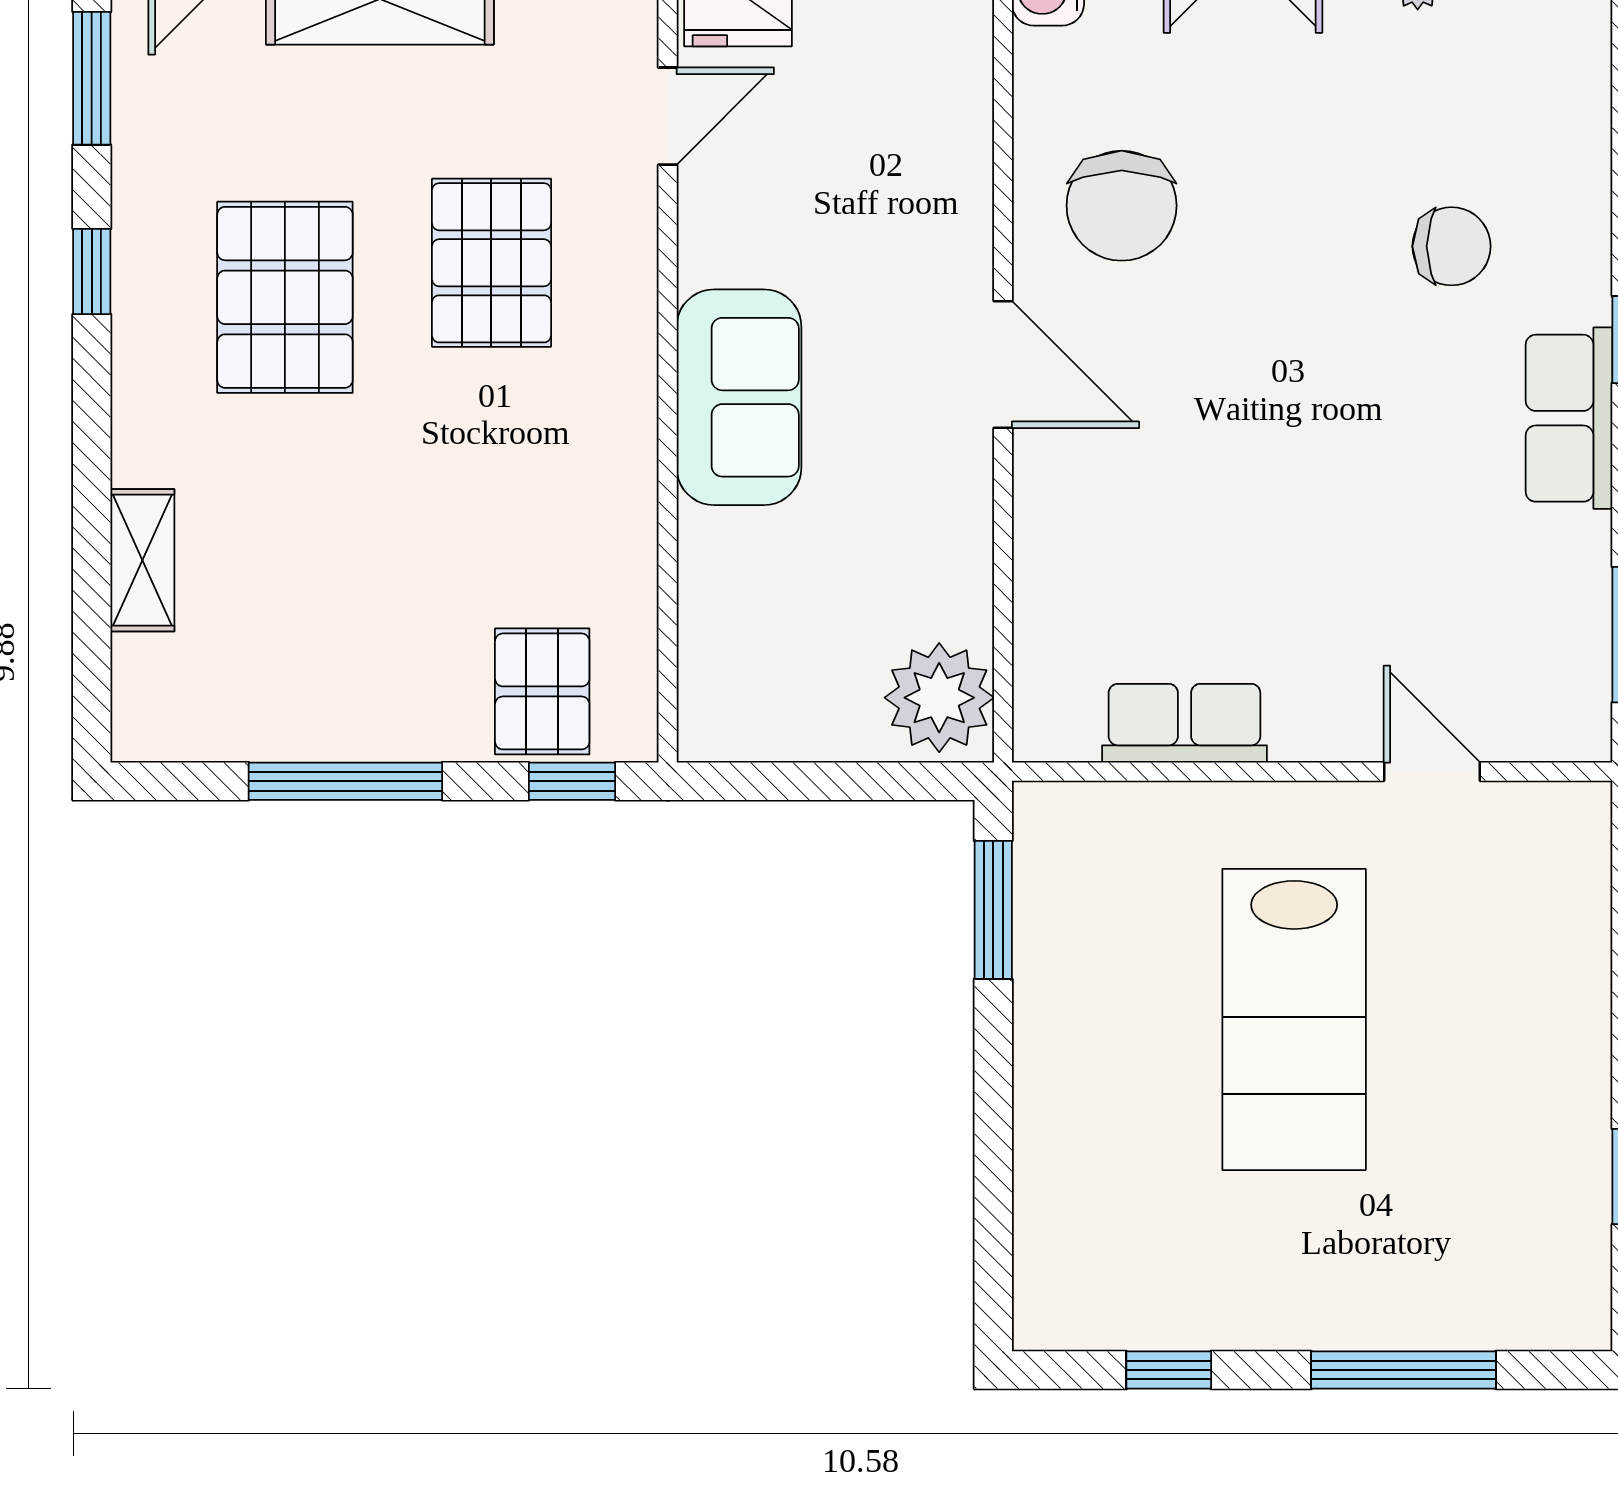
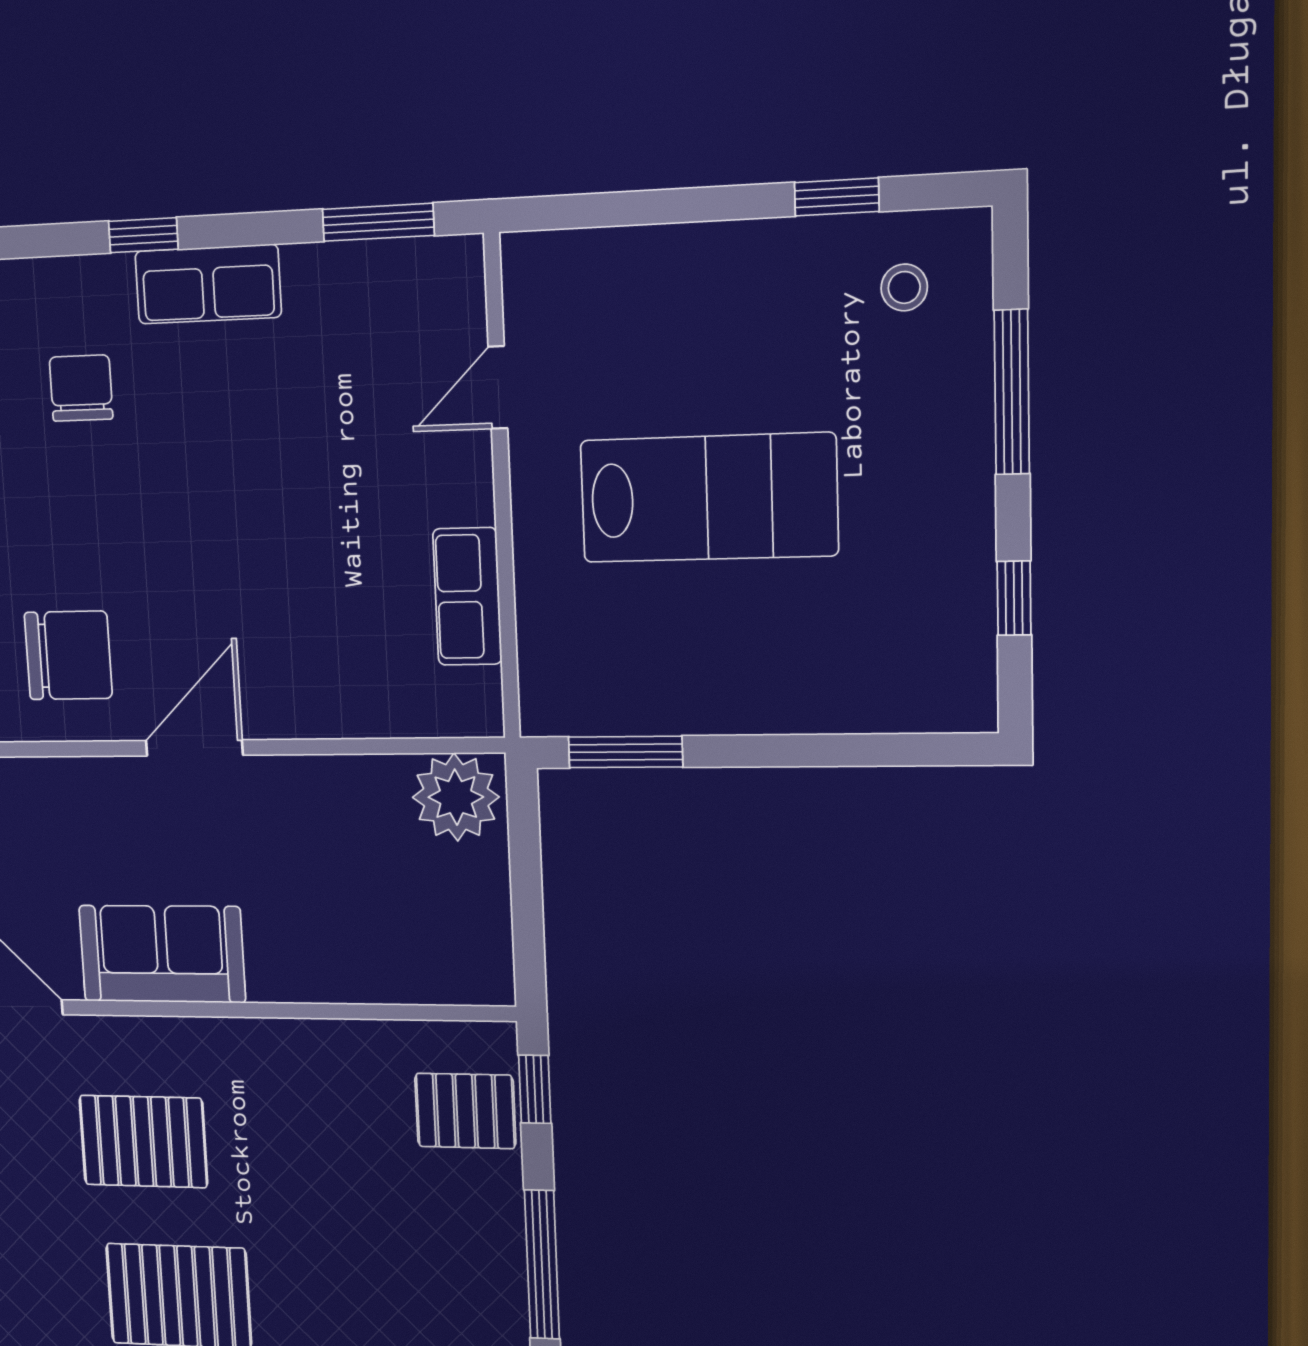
sofa: (739, 397) -> (162, 954), moved
stool: (1526, 1251) -> (904, 287), added

